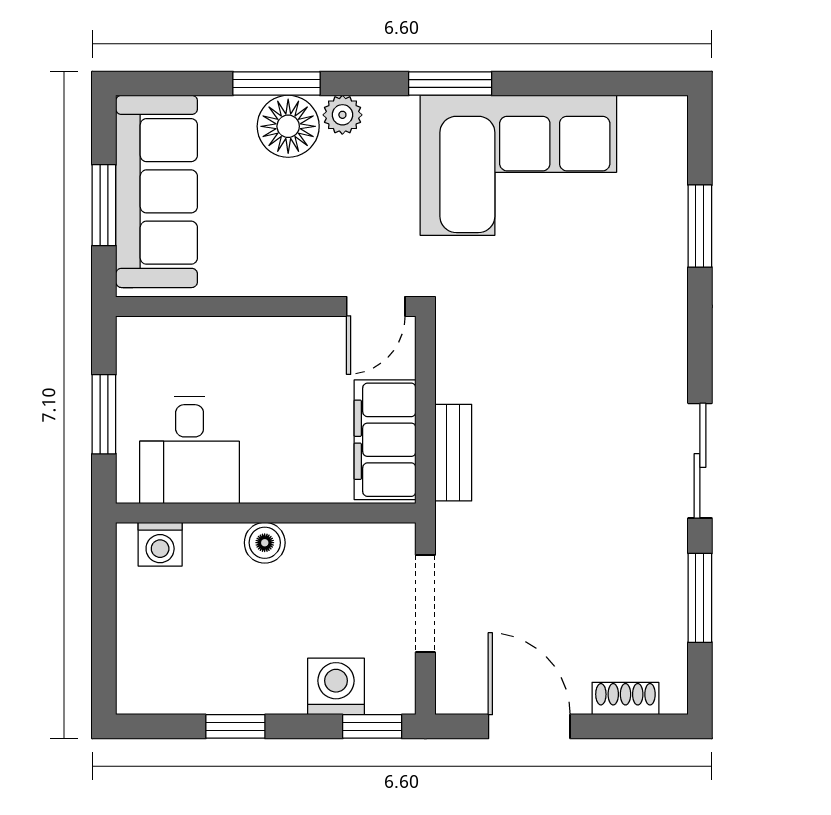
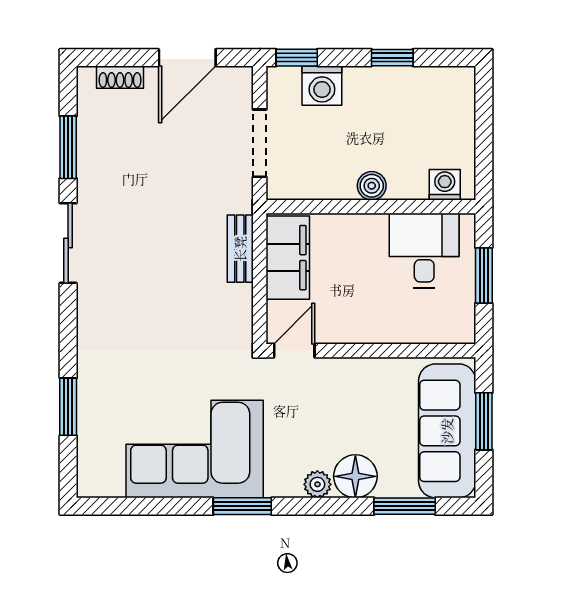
window: (277, 84) -> (405, 506), moved
door: (529, 726) -> (187, 58), hinge flipped

